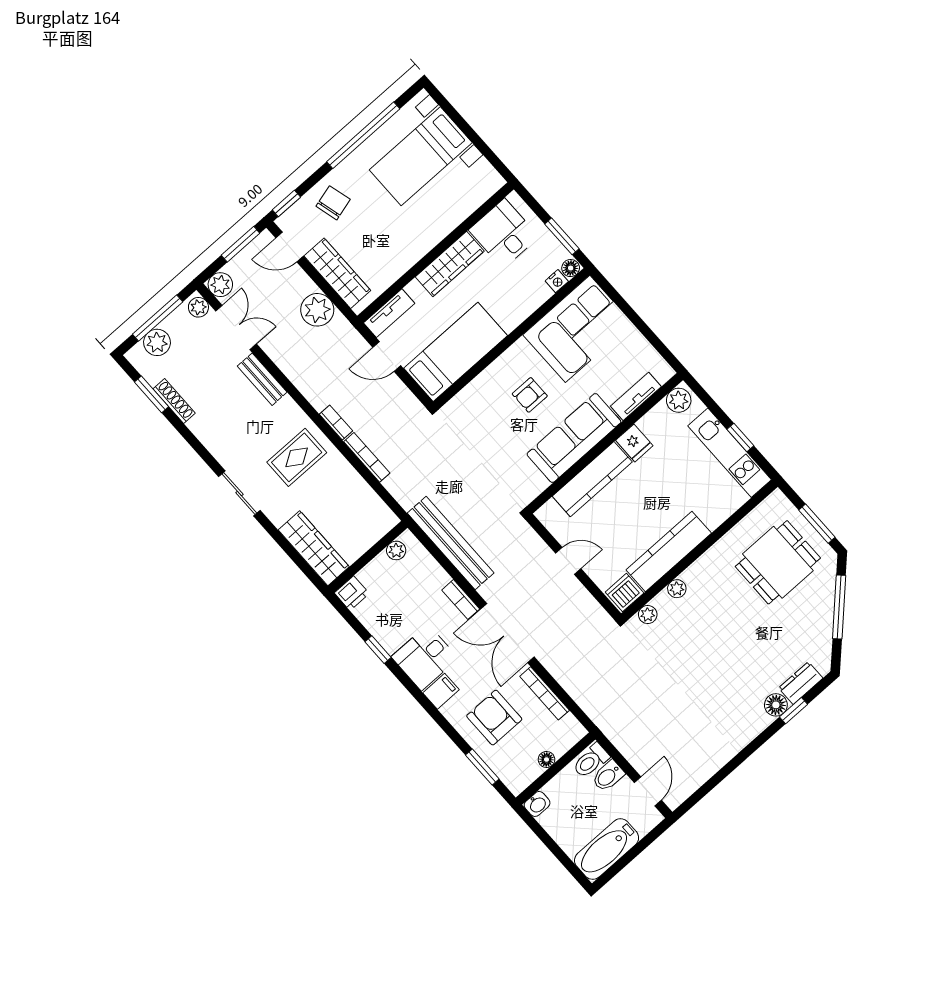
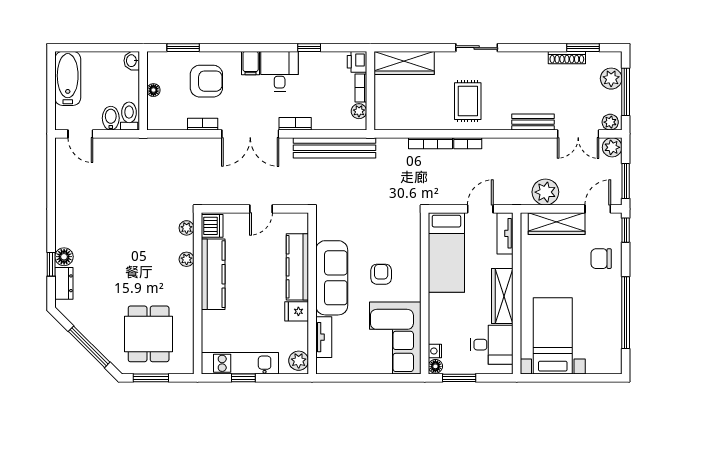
bed with nightstands: (421, 156) -> (553, 336), moved
chair: (333, 203) -> (601, 259), turned 105
bookcase: (373, 568) -> (361, 88), added
double door: (507, 633) -> (250, 134), swing flipped
bookcase: (545, 693) -> (203, 124), width x0.64

